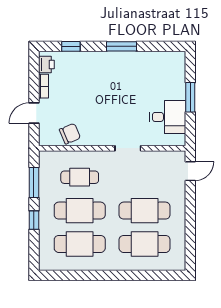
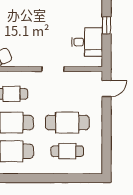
window: (190, 97) -> (107, 25), width x0.67
cafe table: (145, 244) -> (67, 151), width x0.73, depth x0.74

